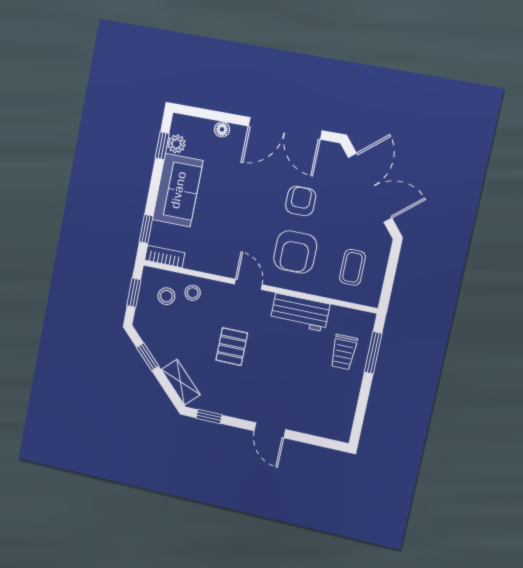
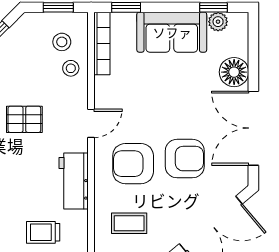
floor lamp: (222, 129) -> (234, 72), width x1.89, depth x1.89
armchair: (301, 201) -> (185, 159), width x1.38, depth x1.38
bookcase: (165, 256) -> (102, 43), width x1.56

